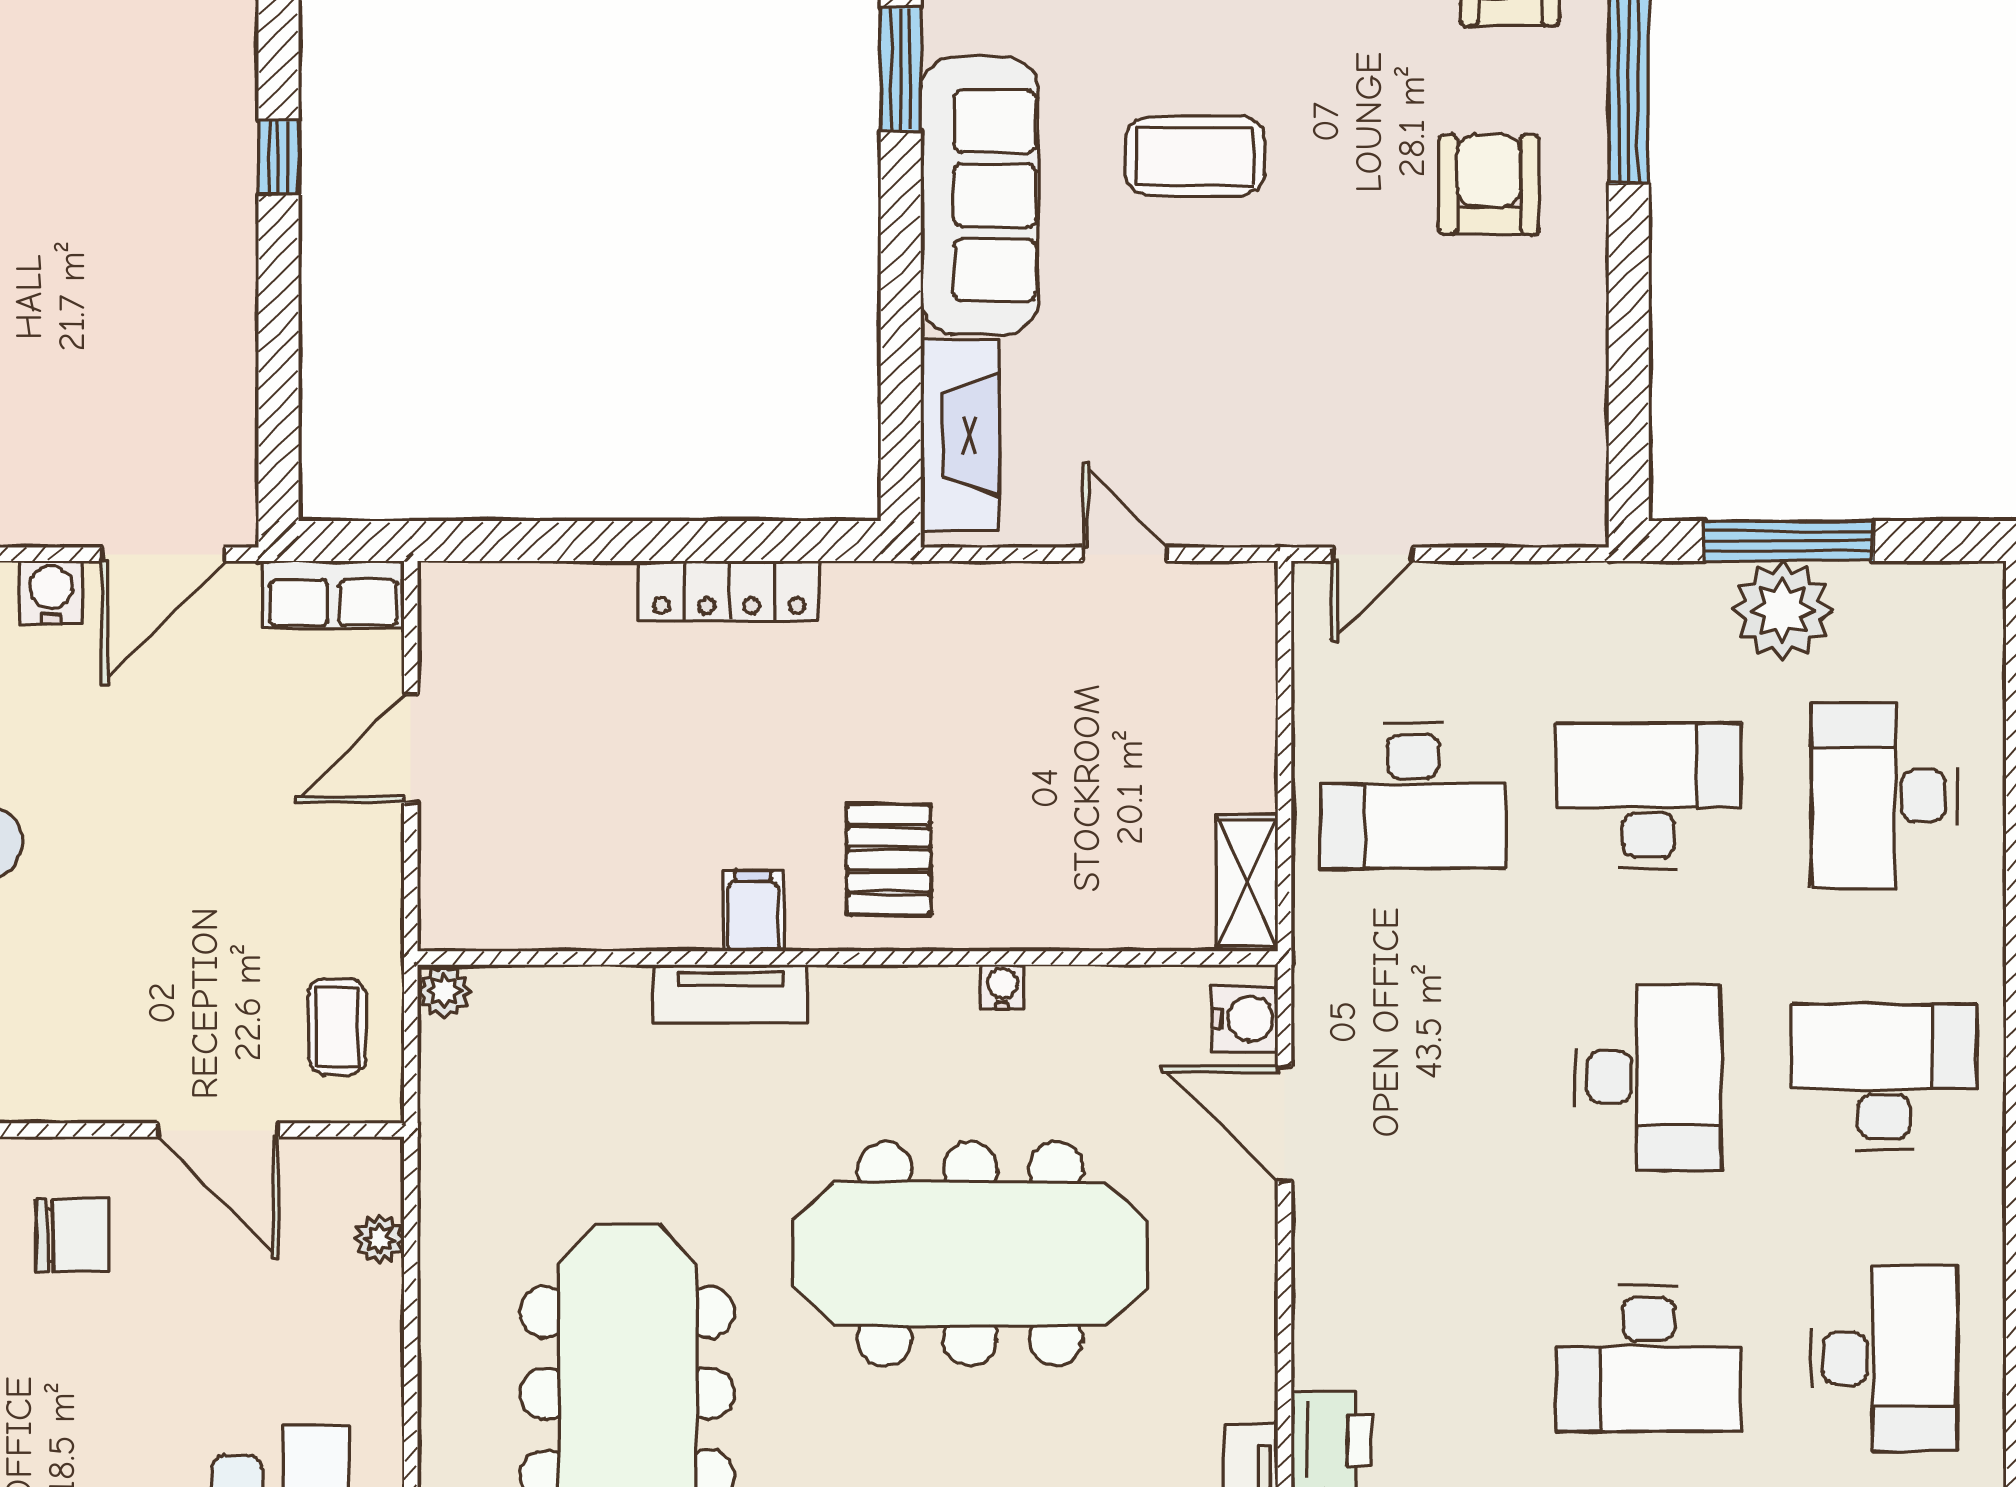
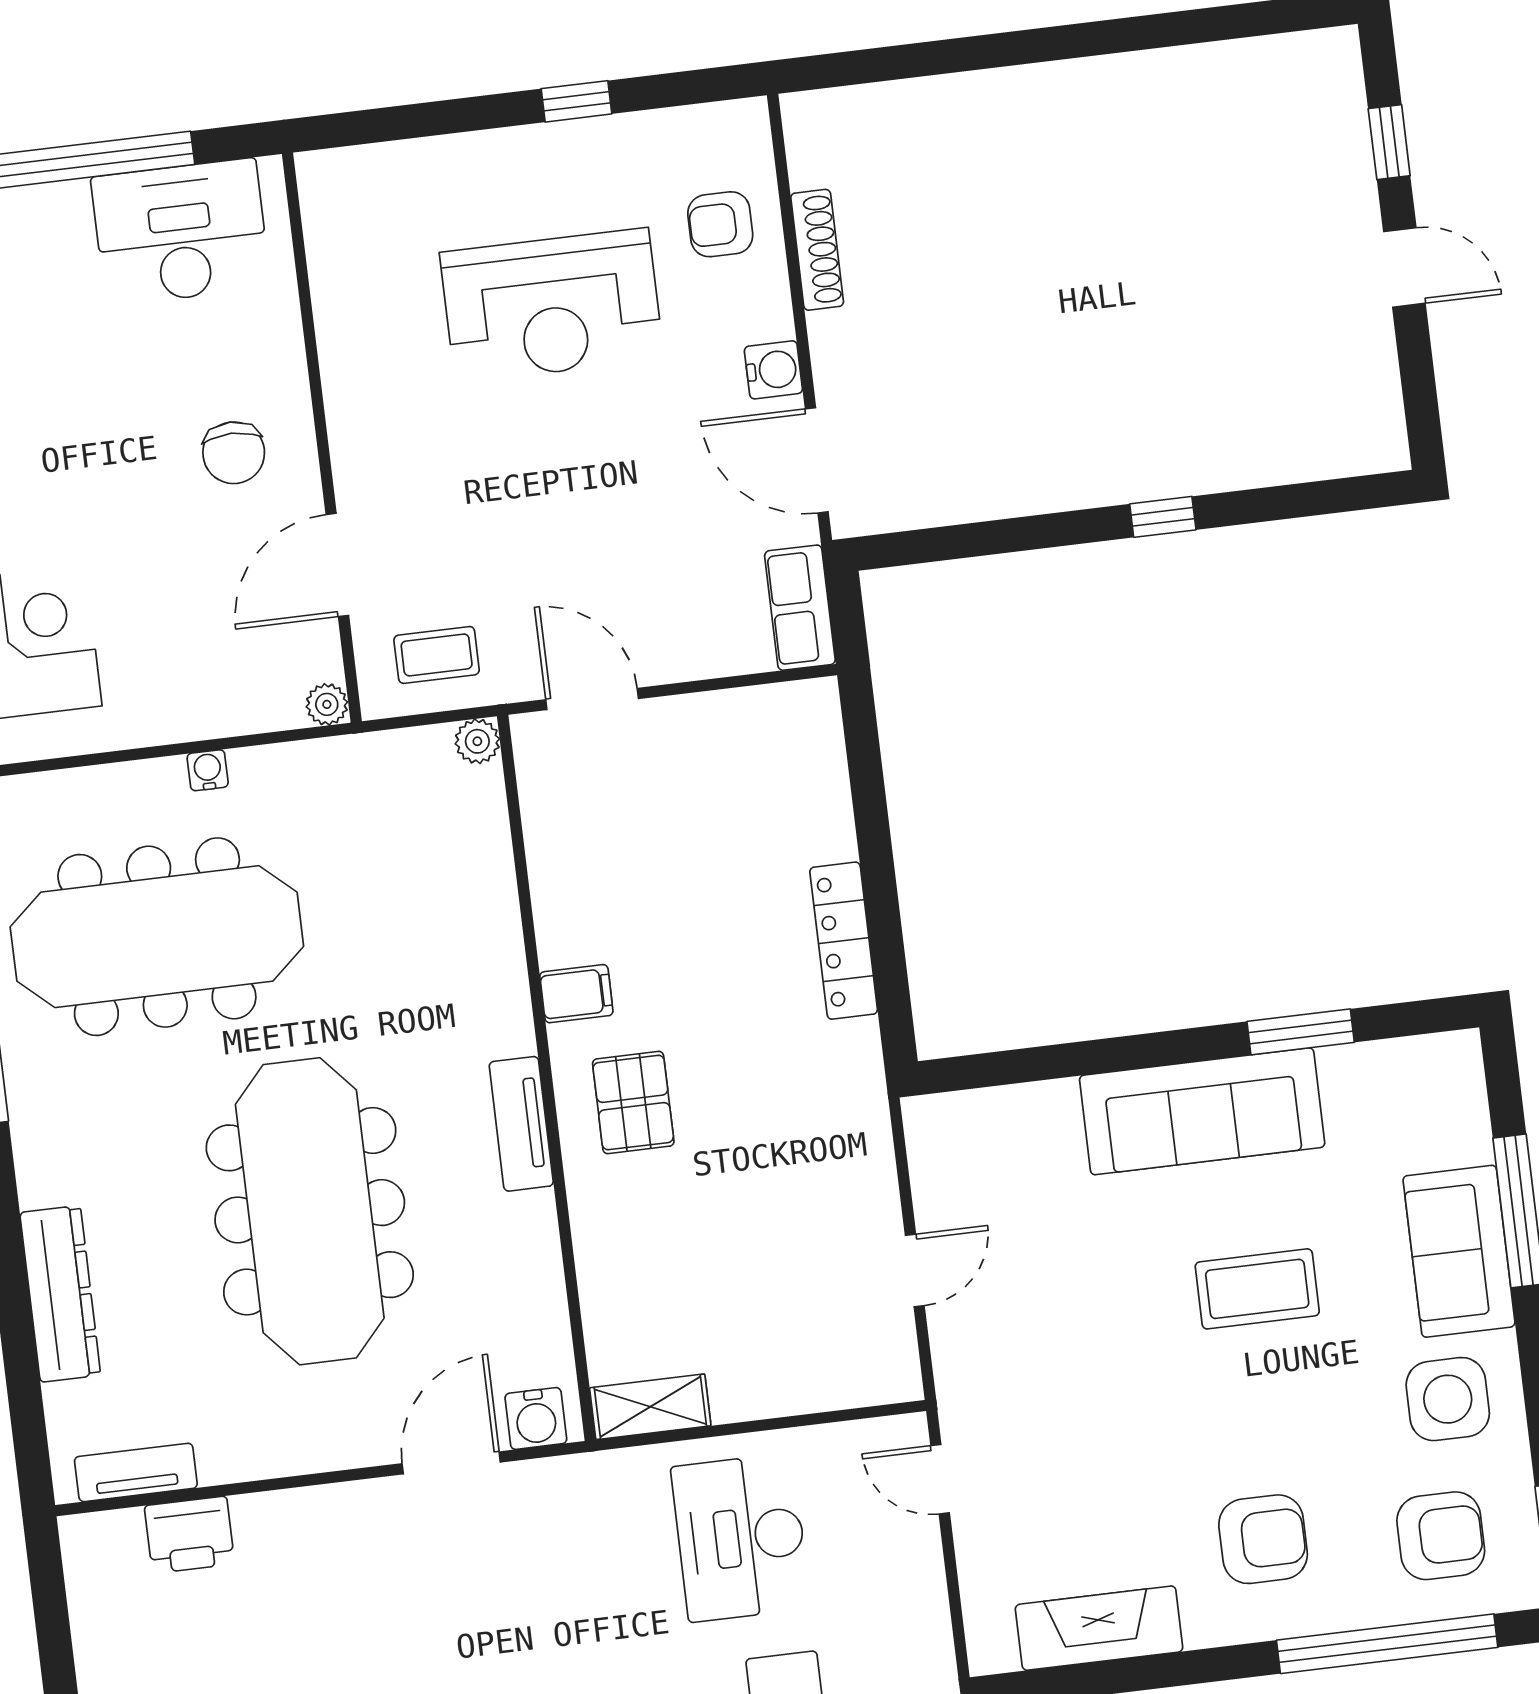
coffee table: (1195, 156) -> (1257, 1289), turned 90
fireplace: (960, 435) -> (1099, 1628), moved, turned 180
door: (411, 748) -> (592, 699), moved
pallet: (889, 860) -> (633, 1103), turned 90
water cooler: (1002, 987) -> (208, 770), moved, turned -90
tv unit: (730, 994) -> (521, 1124), moved
plant: (380, 1239) -> (327, 704), moved

